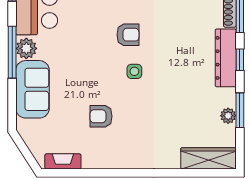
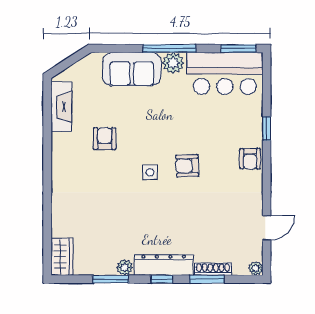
armchair: (128, 35) -> (187, 166), turned 88
plant: (228, 116) -> (125, 267), moved
wardrobe: (208, 158) -> (62, 257), width x0.67
fireplace: (63, 161) -> (61, 107), width x1.37, depth x1.32

